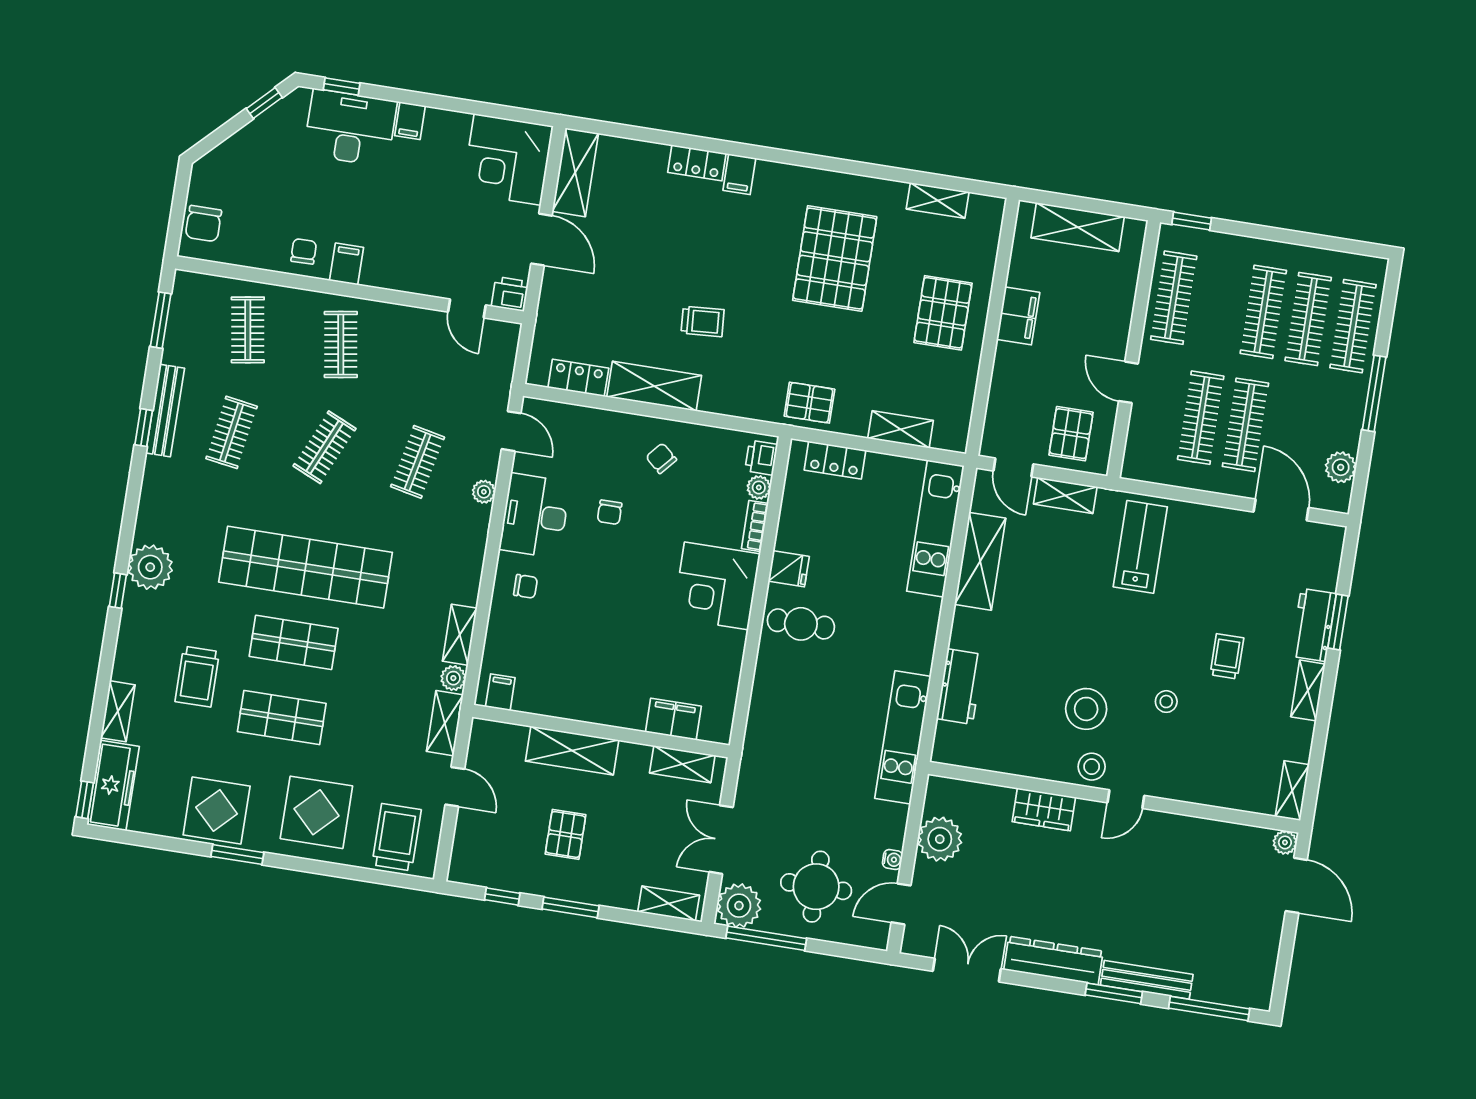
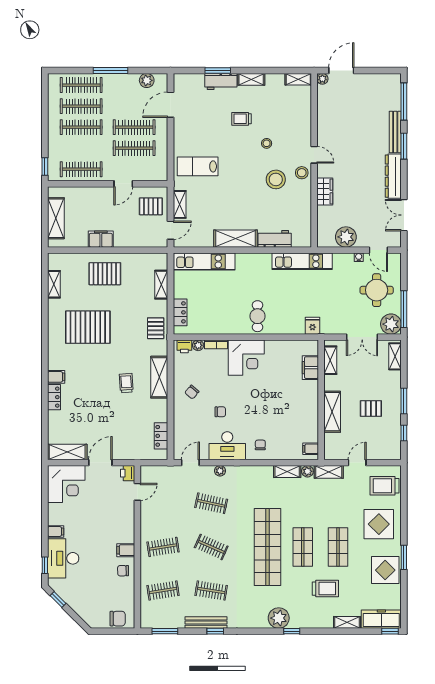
shelving: (654, 386) -> (159, 377), moved
shelving: (980, 561) -> (236, 239), moved
fridge: (789, 569) -> (313, 326), moved

